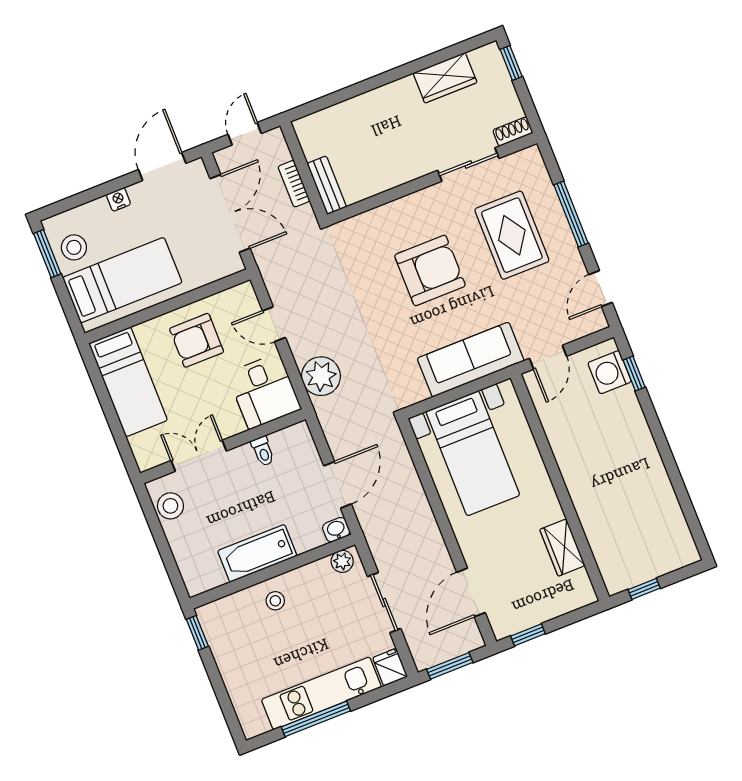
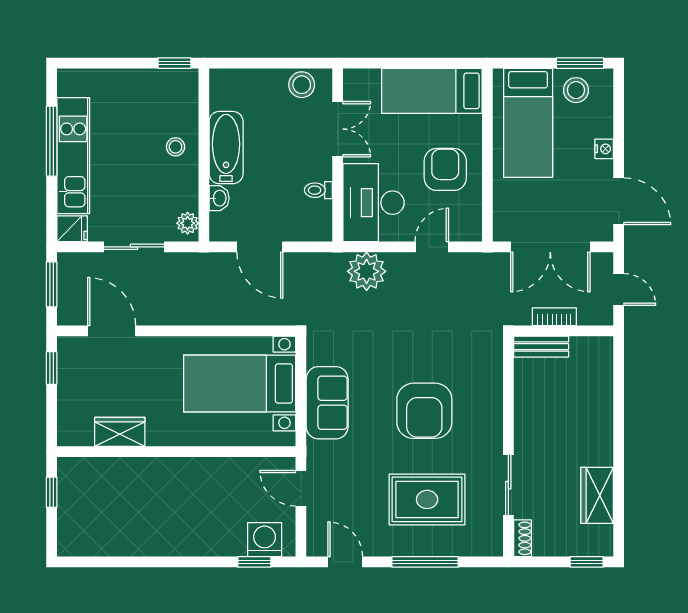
sofa: (471, 360) -> (327, 403), width x0.73
desk: (264, 391) -> (374, 203), width x1.37
washbasin: (336, 530) -> (219, 198), moved

